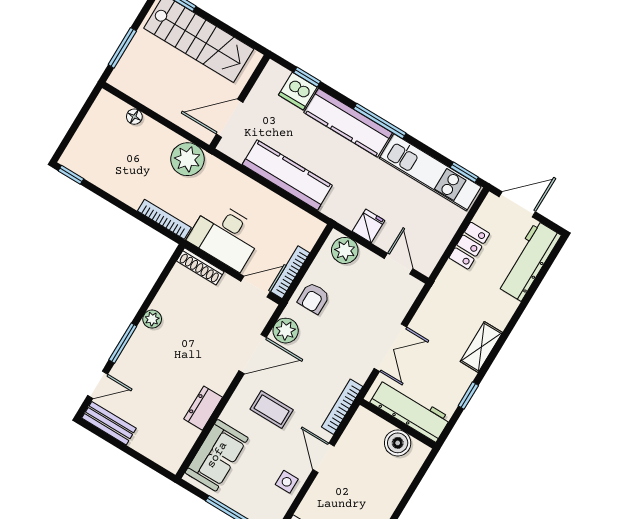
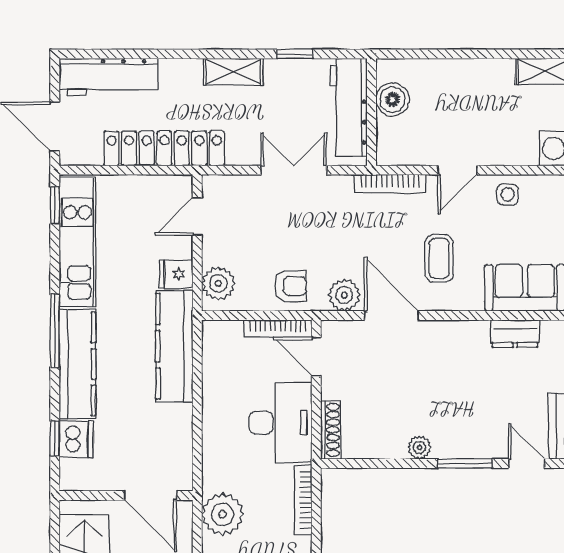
kitchen counter: (287, 175) -> (174, 346), moved
locker: (469, 246) -> (164, 148), width x2.16, depth x1.21
dresser: (203, 408) -> (515, 334), moved

